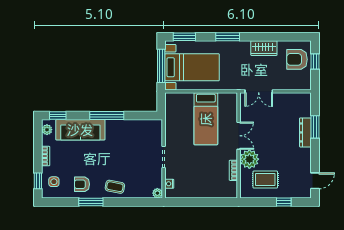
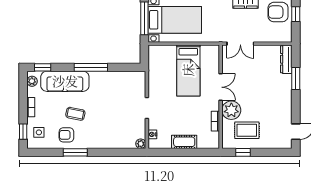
dresser: (305, 132) -> (286, 59), moved
coffee table: (115, 187) -> (75, 114), moved
cot: (202, 191) -> (184, 142), added
window: (284, 202) -> (243, 152), moved

